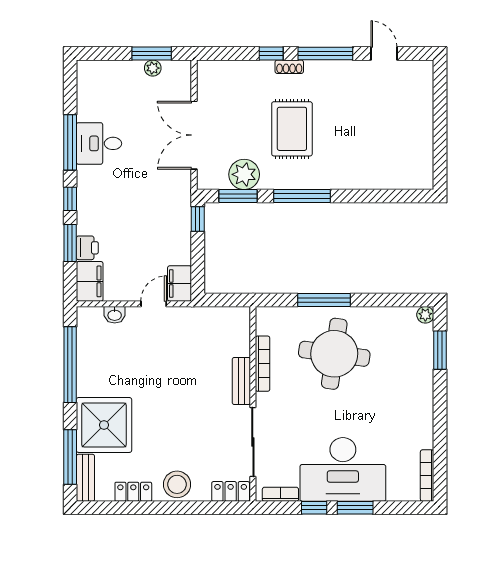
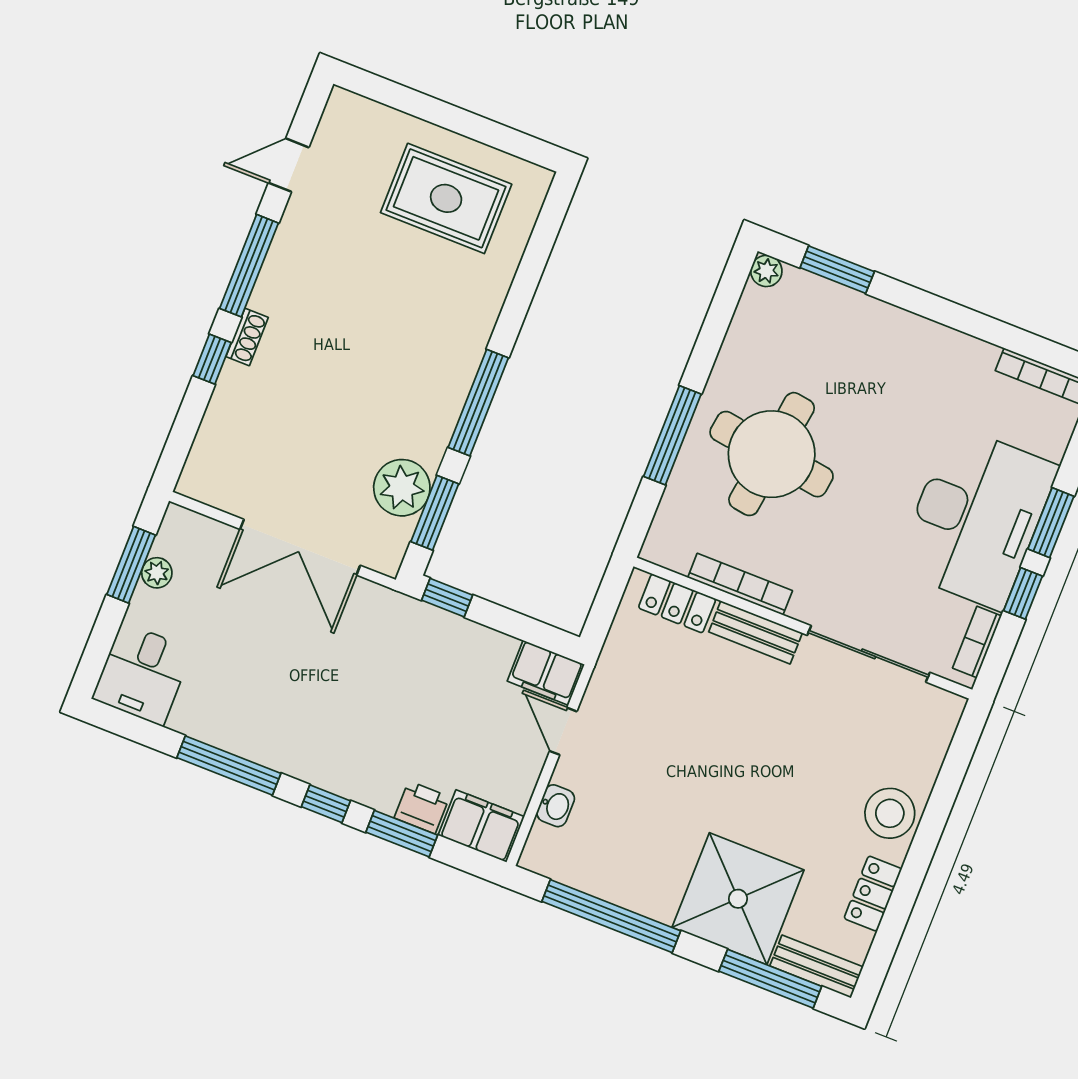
rug: (292, 129) -> (446, 198), moved
desk: (99, 143) -> (142, 674), moved
locker: (231, 491) -> (677, 603), moved, turned -90

